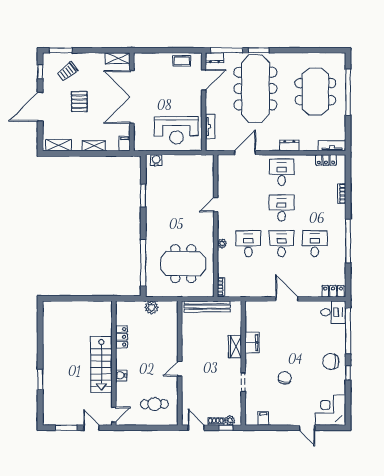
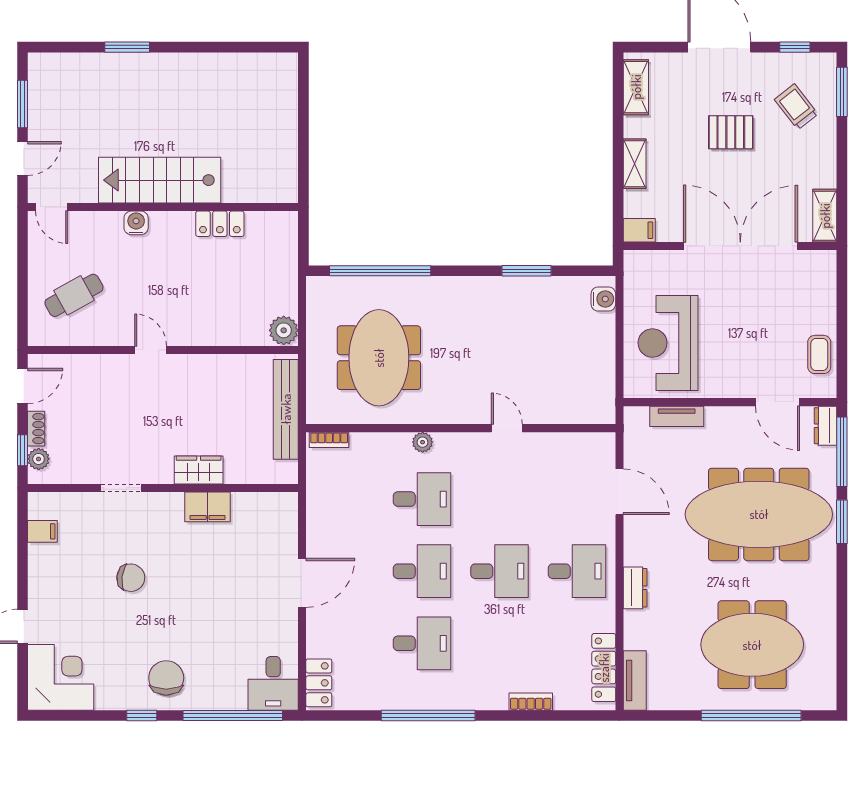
locker: (326, 160) -> (604, 668), width x1.53
plant: (152, 307) -> (284, 330), moved
cafe table: (154, 404) -> (74, 295), turned 62

